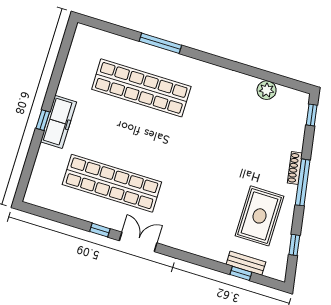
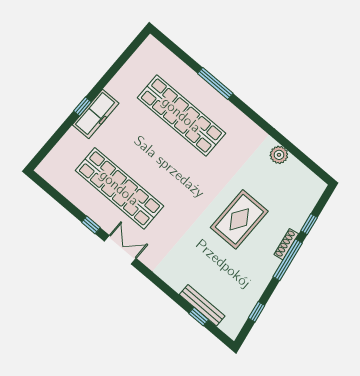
plant: (267, 90) -> (279, 155), moved
window: (312, 115) -> (309, 224), moved
rug: (260, 216) -> (239, 219), moved
bench: (246, 263) -> (202, 305), width x1.36

